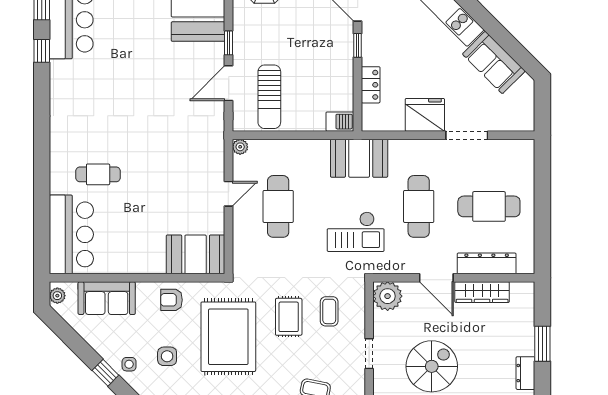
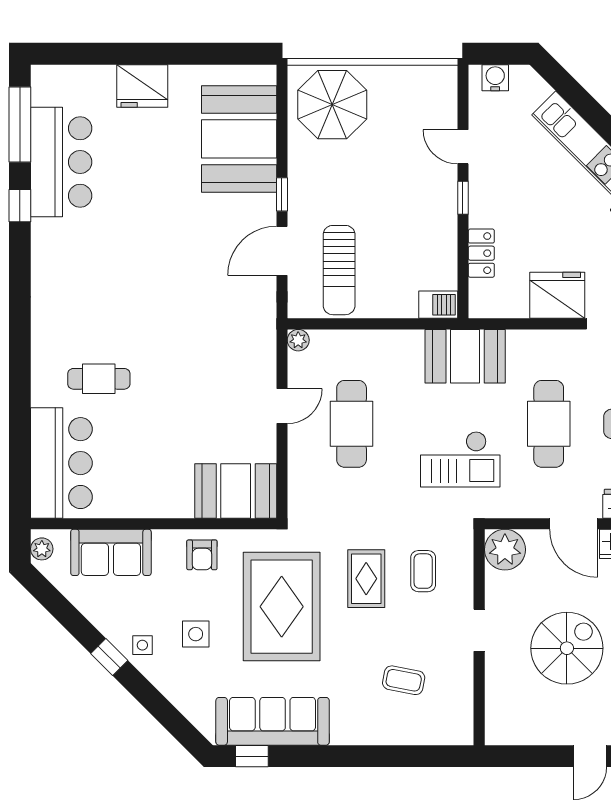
armchair: (172, 300) -> (202, 555), turned -90

